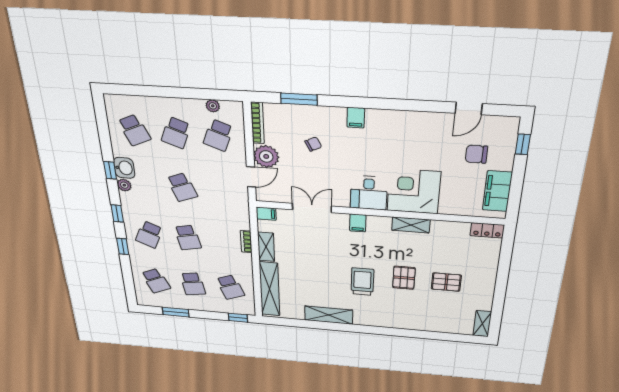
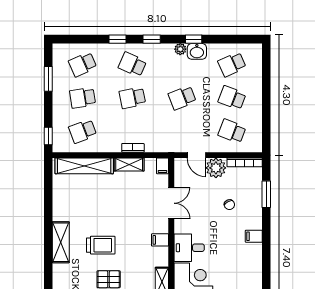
plant: (213, 106) -> (257, 129), removed
shelving: (329, 315) -> (61, 242), moved

